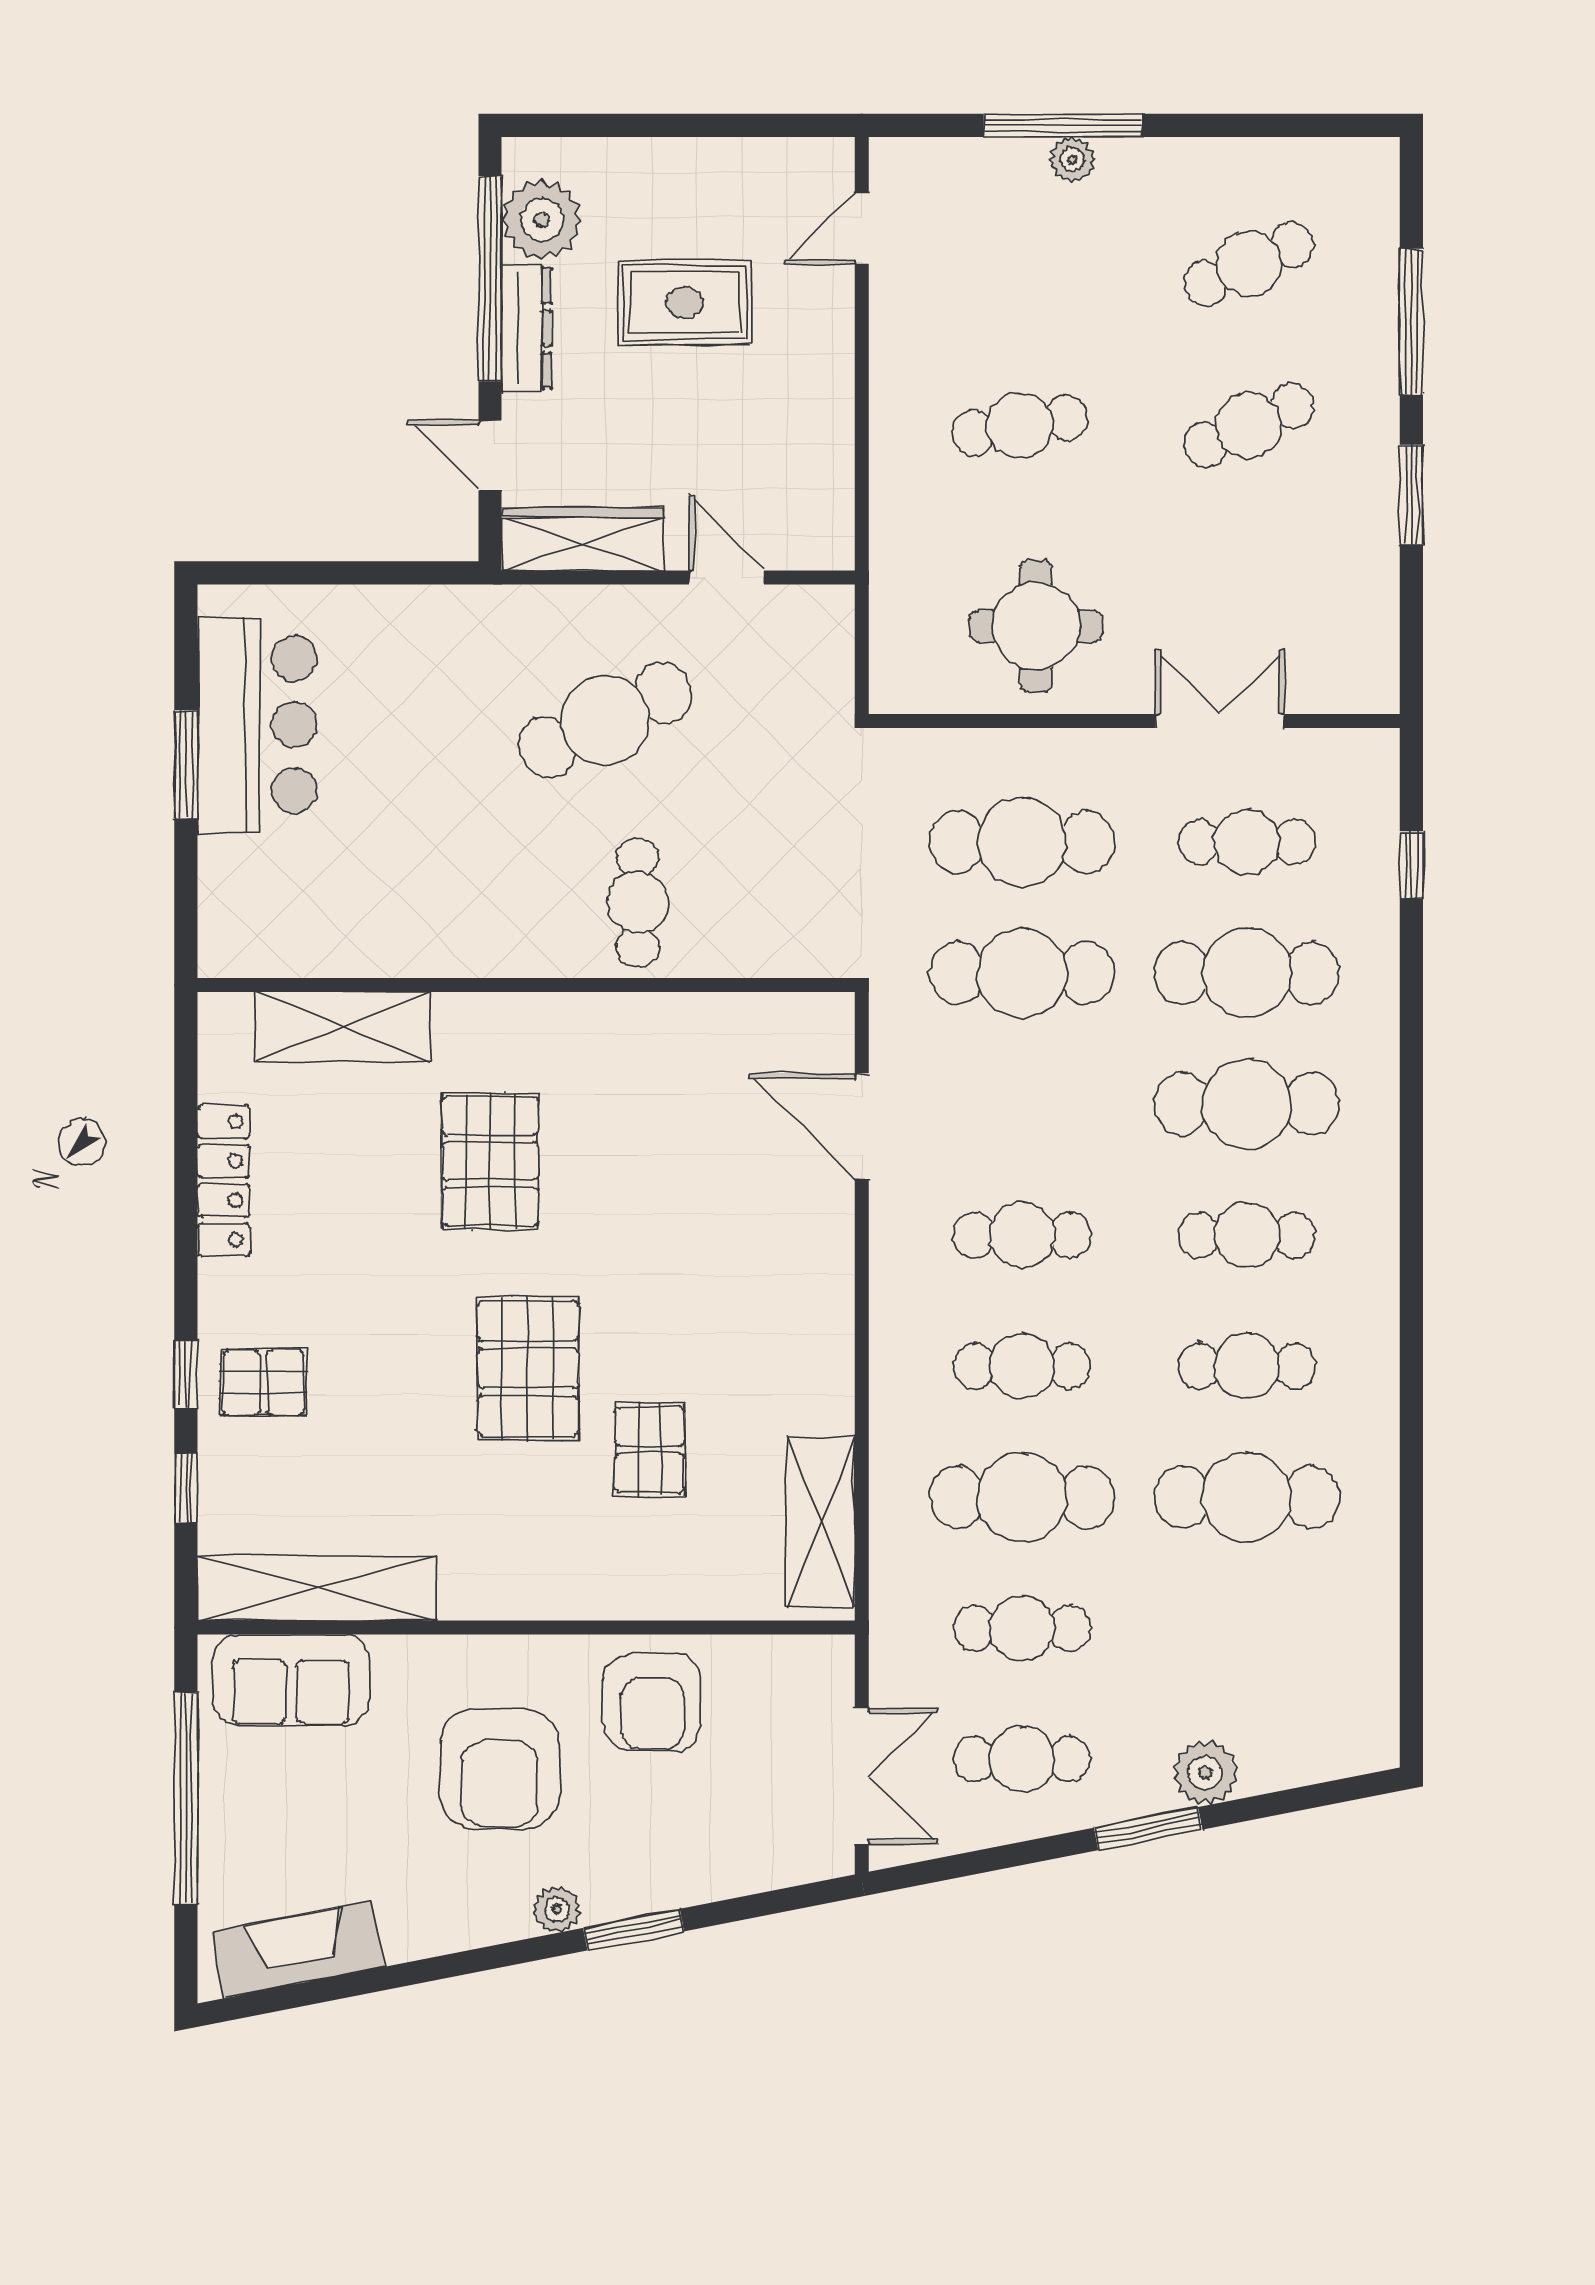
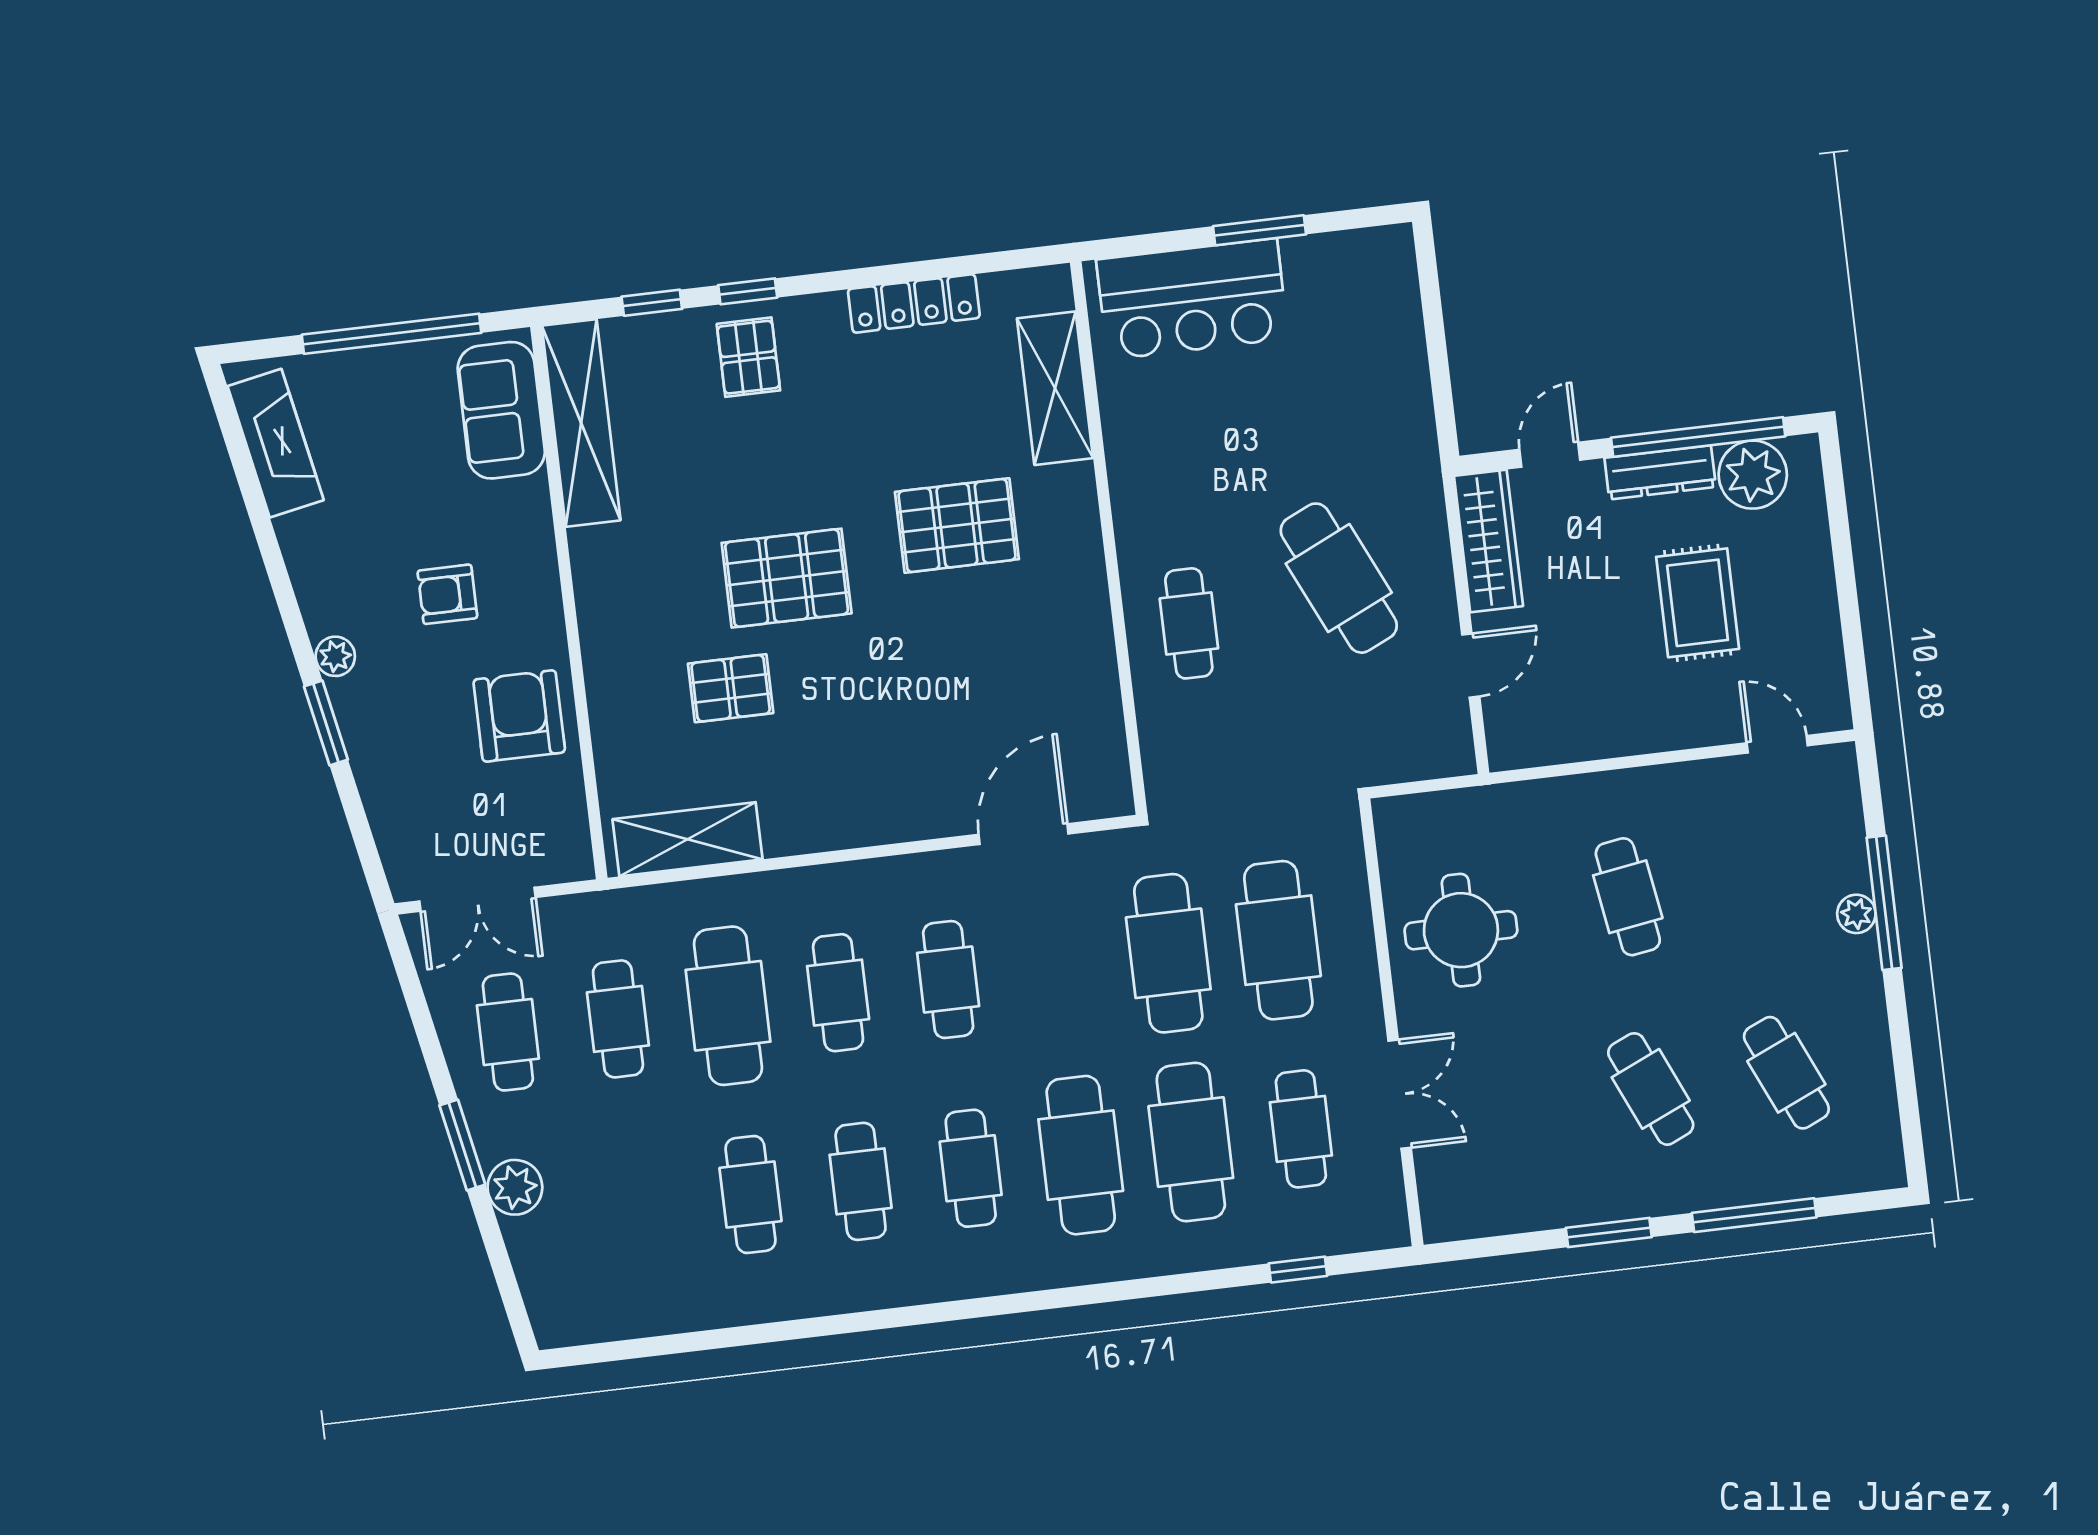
bar counter: (257, 725) -> (1192, 299), moved
cafe table: (638, 903) -> (1189, 623), turned 90
cafe table: (1247, 1497) -> (751, 1194), width x0.73, depth x0.74
armchair: (652, 1702) -> (519, 716), turned 90
armchair: (500, 1769) -> (447, 594), width x0.53, depth x0.53

